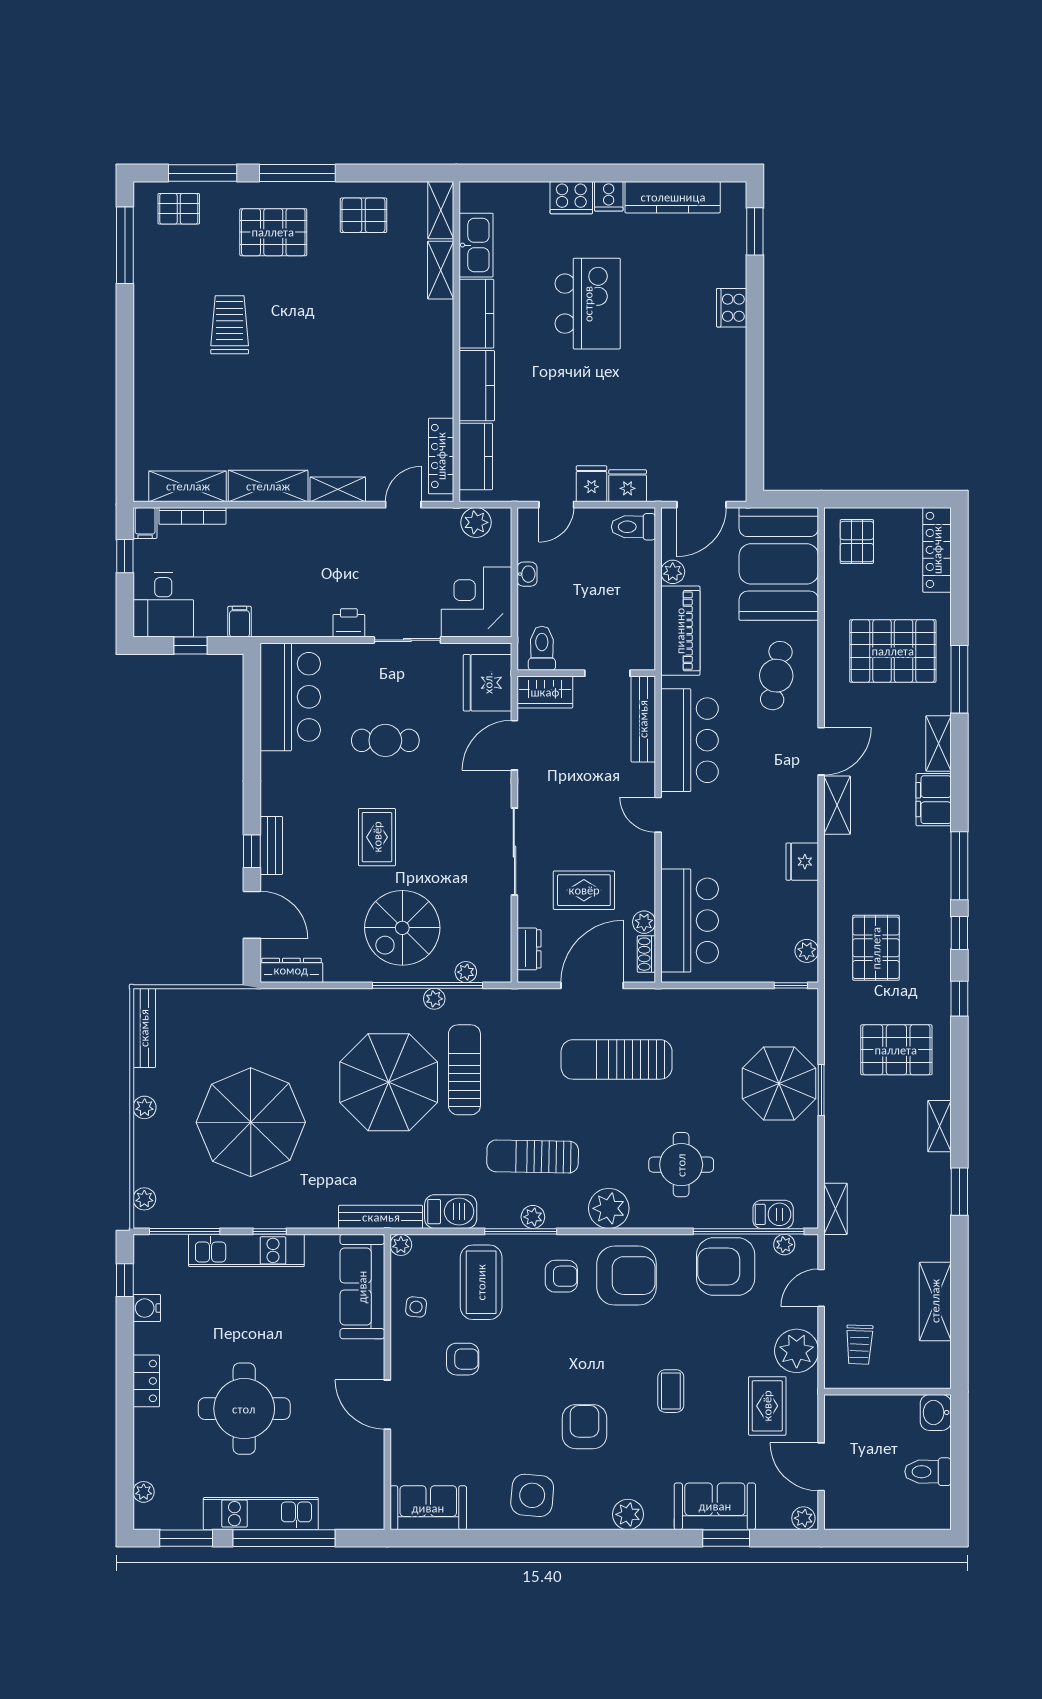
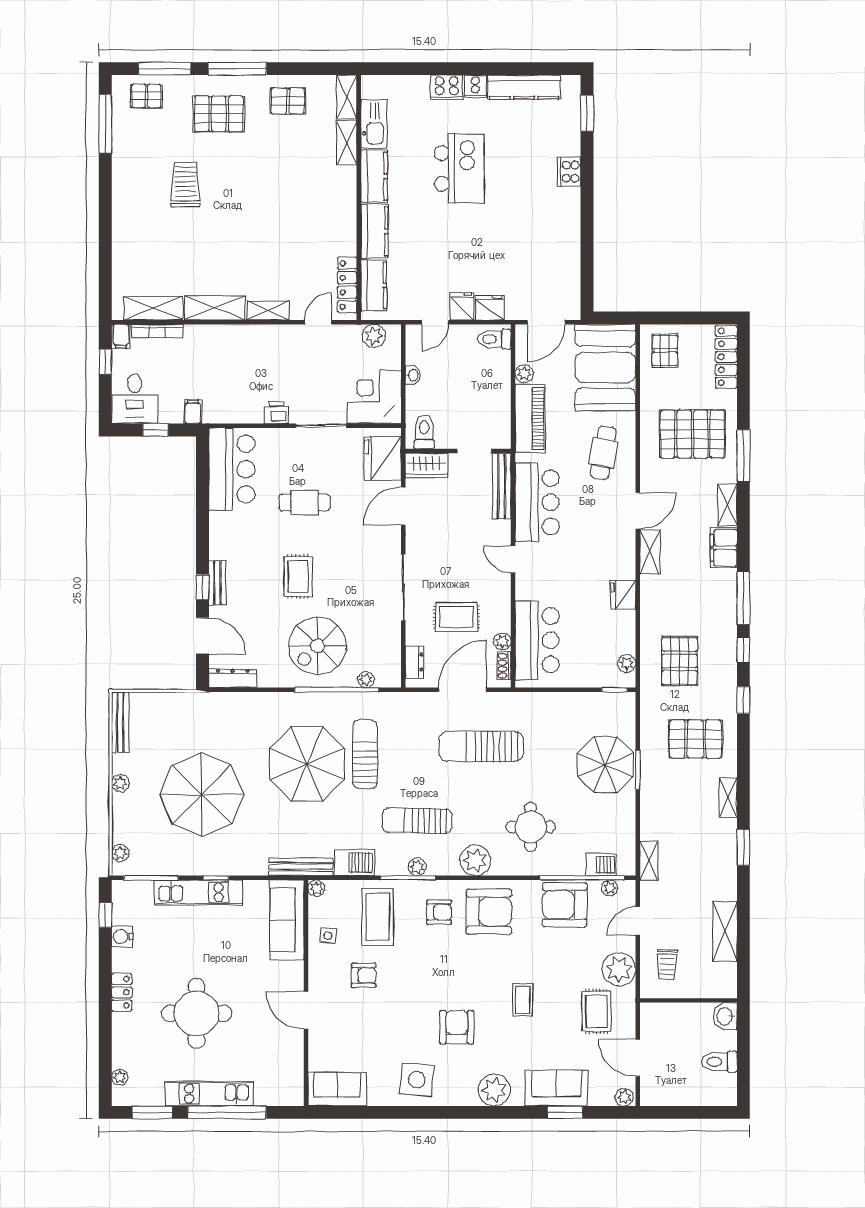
plant: (434, 999) -> (342, 700), removed
plant: (628, 1514) -> (494, 1090), width x1.36, depth x1.36

